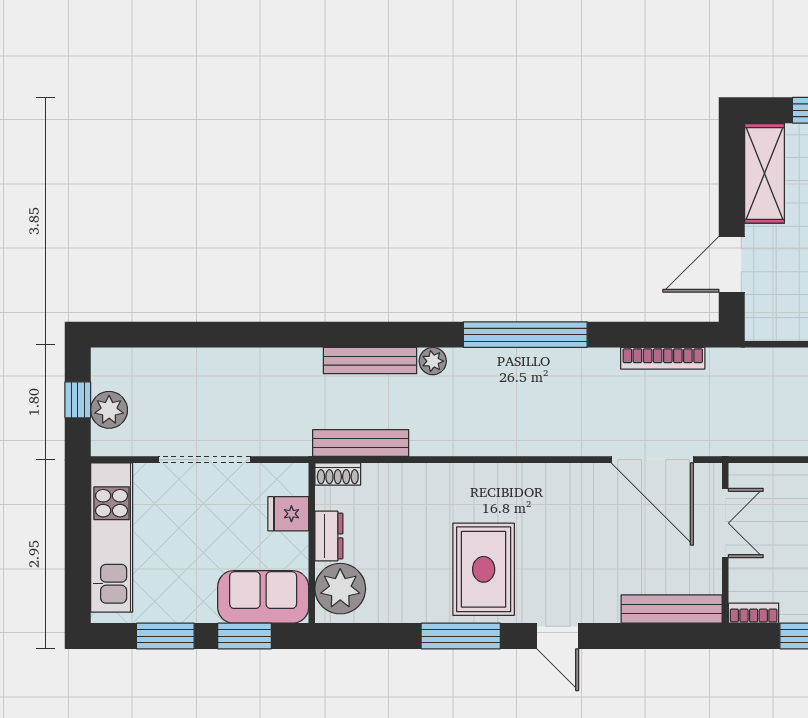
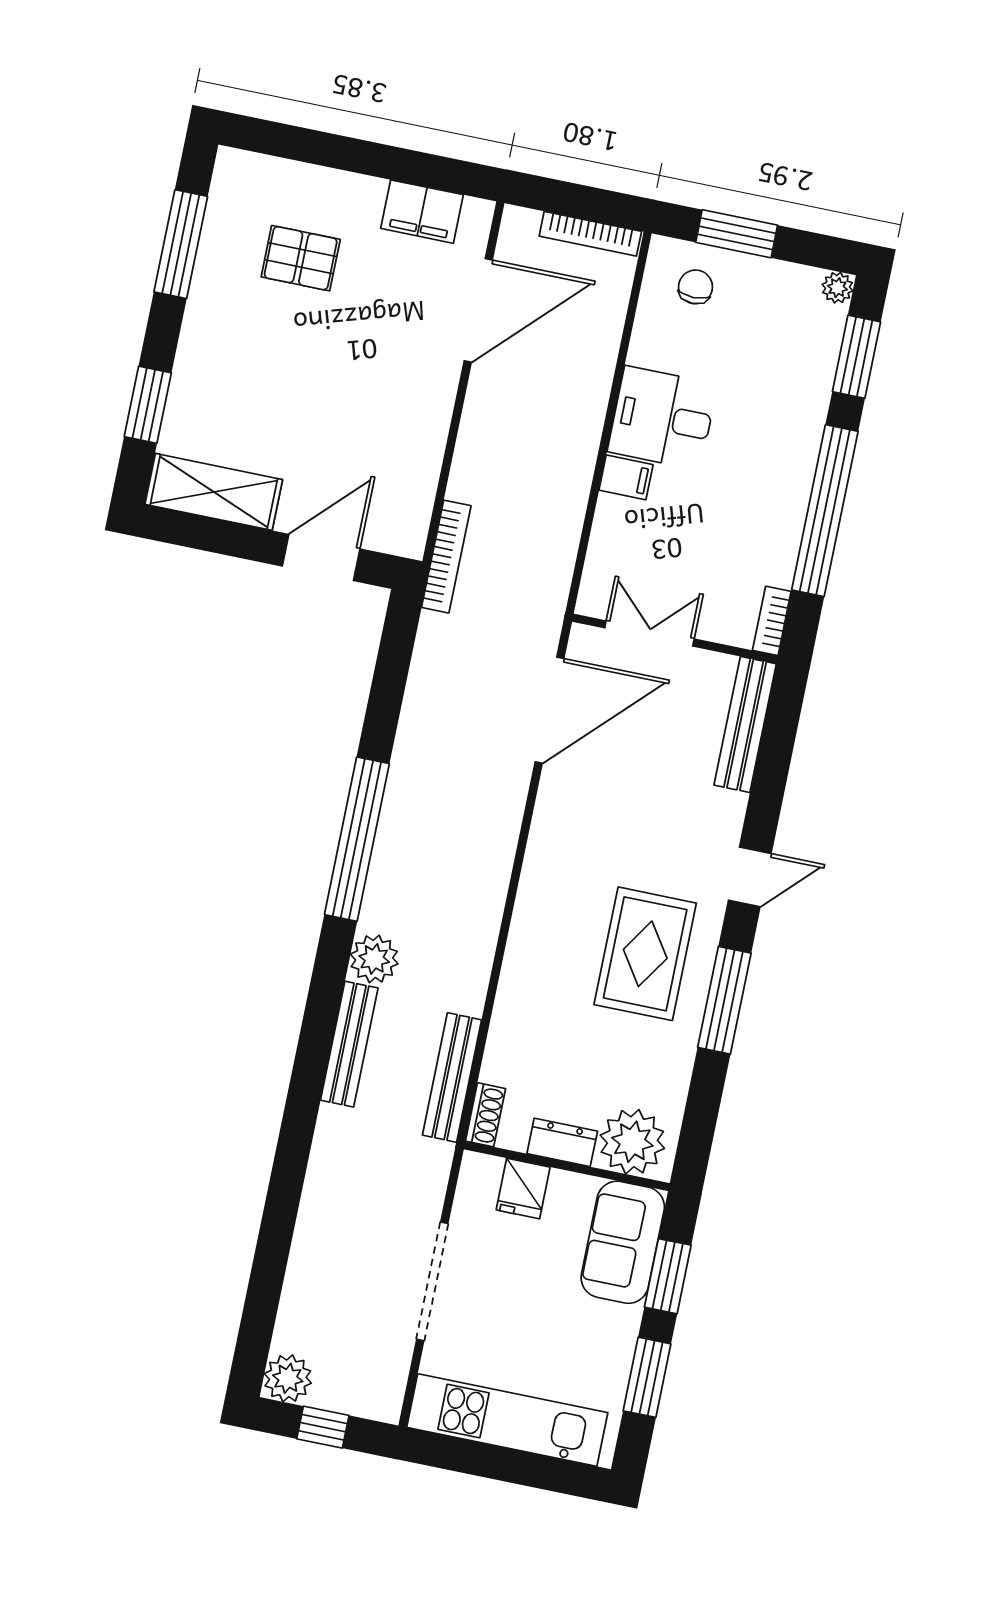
door: (732, 264) -> (321, 558), swing flipped
bookcase: (663, 358) -> (446, 557), moved
plant: (433, 361) -> (374, 959), width x1.38, depth x1.38
plant: (109, 410) -> (288, 1378), moved
rug: (484, 569) -> (645, 954), turned 90

